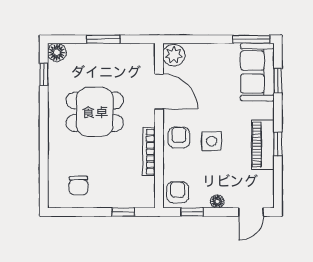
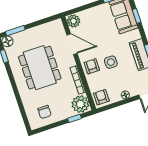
window: (103, 39) -> (15, 31), moved
dining table: (95, 112) -> (40, 68), width x1.38
plant: (140, 192) -> (80, 104), added
window: (192, 212) -> (113, 105), removed

